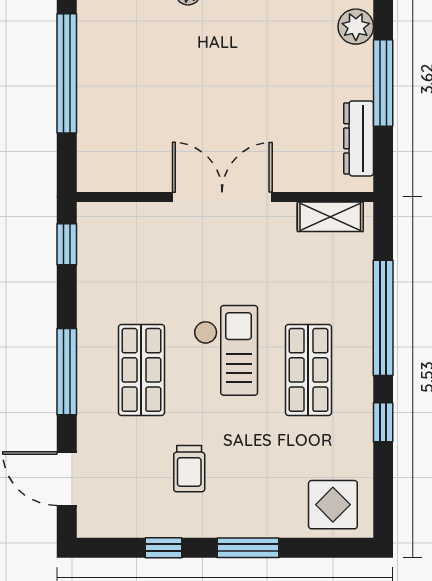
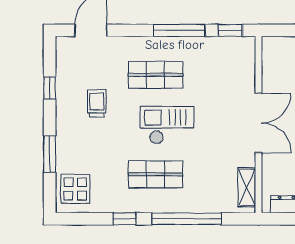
checkout: (226, 350) -> (167, 125), turned 180
window: (67, 372) -> (179, 30), moved
trolley: (189, 469) -> (97, 103), turned 90
window: (248, 548) -> (50, 154), moved

